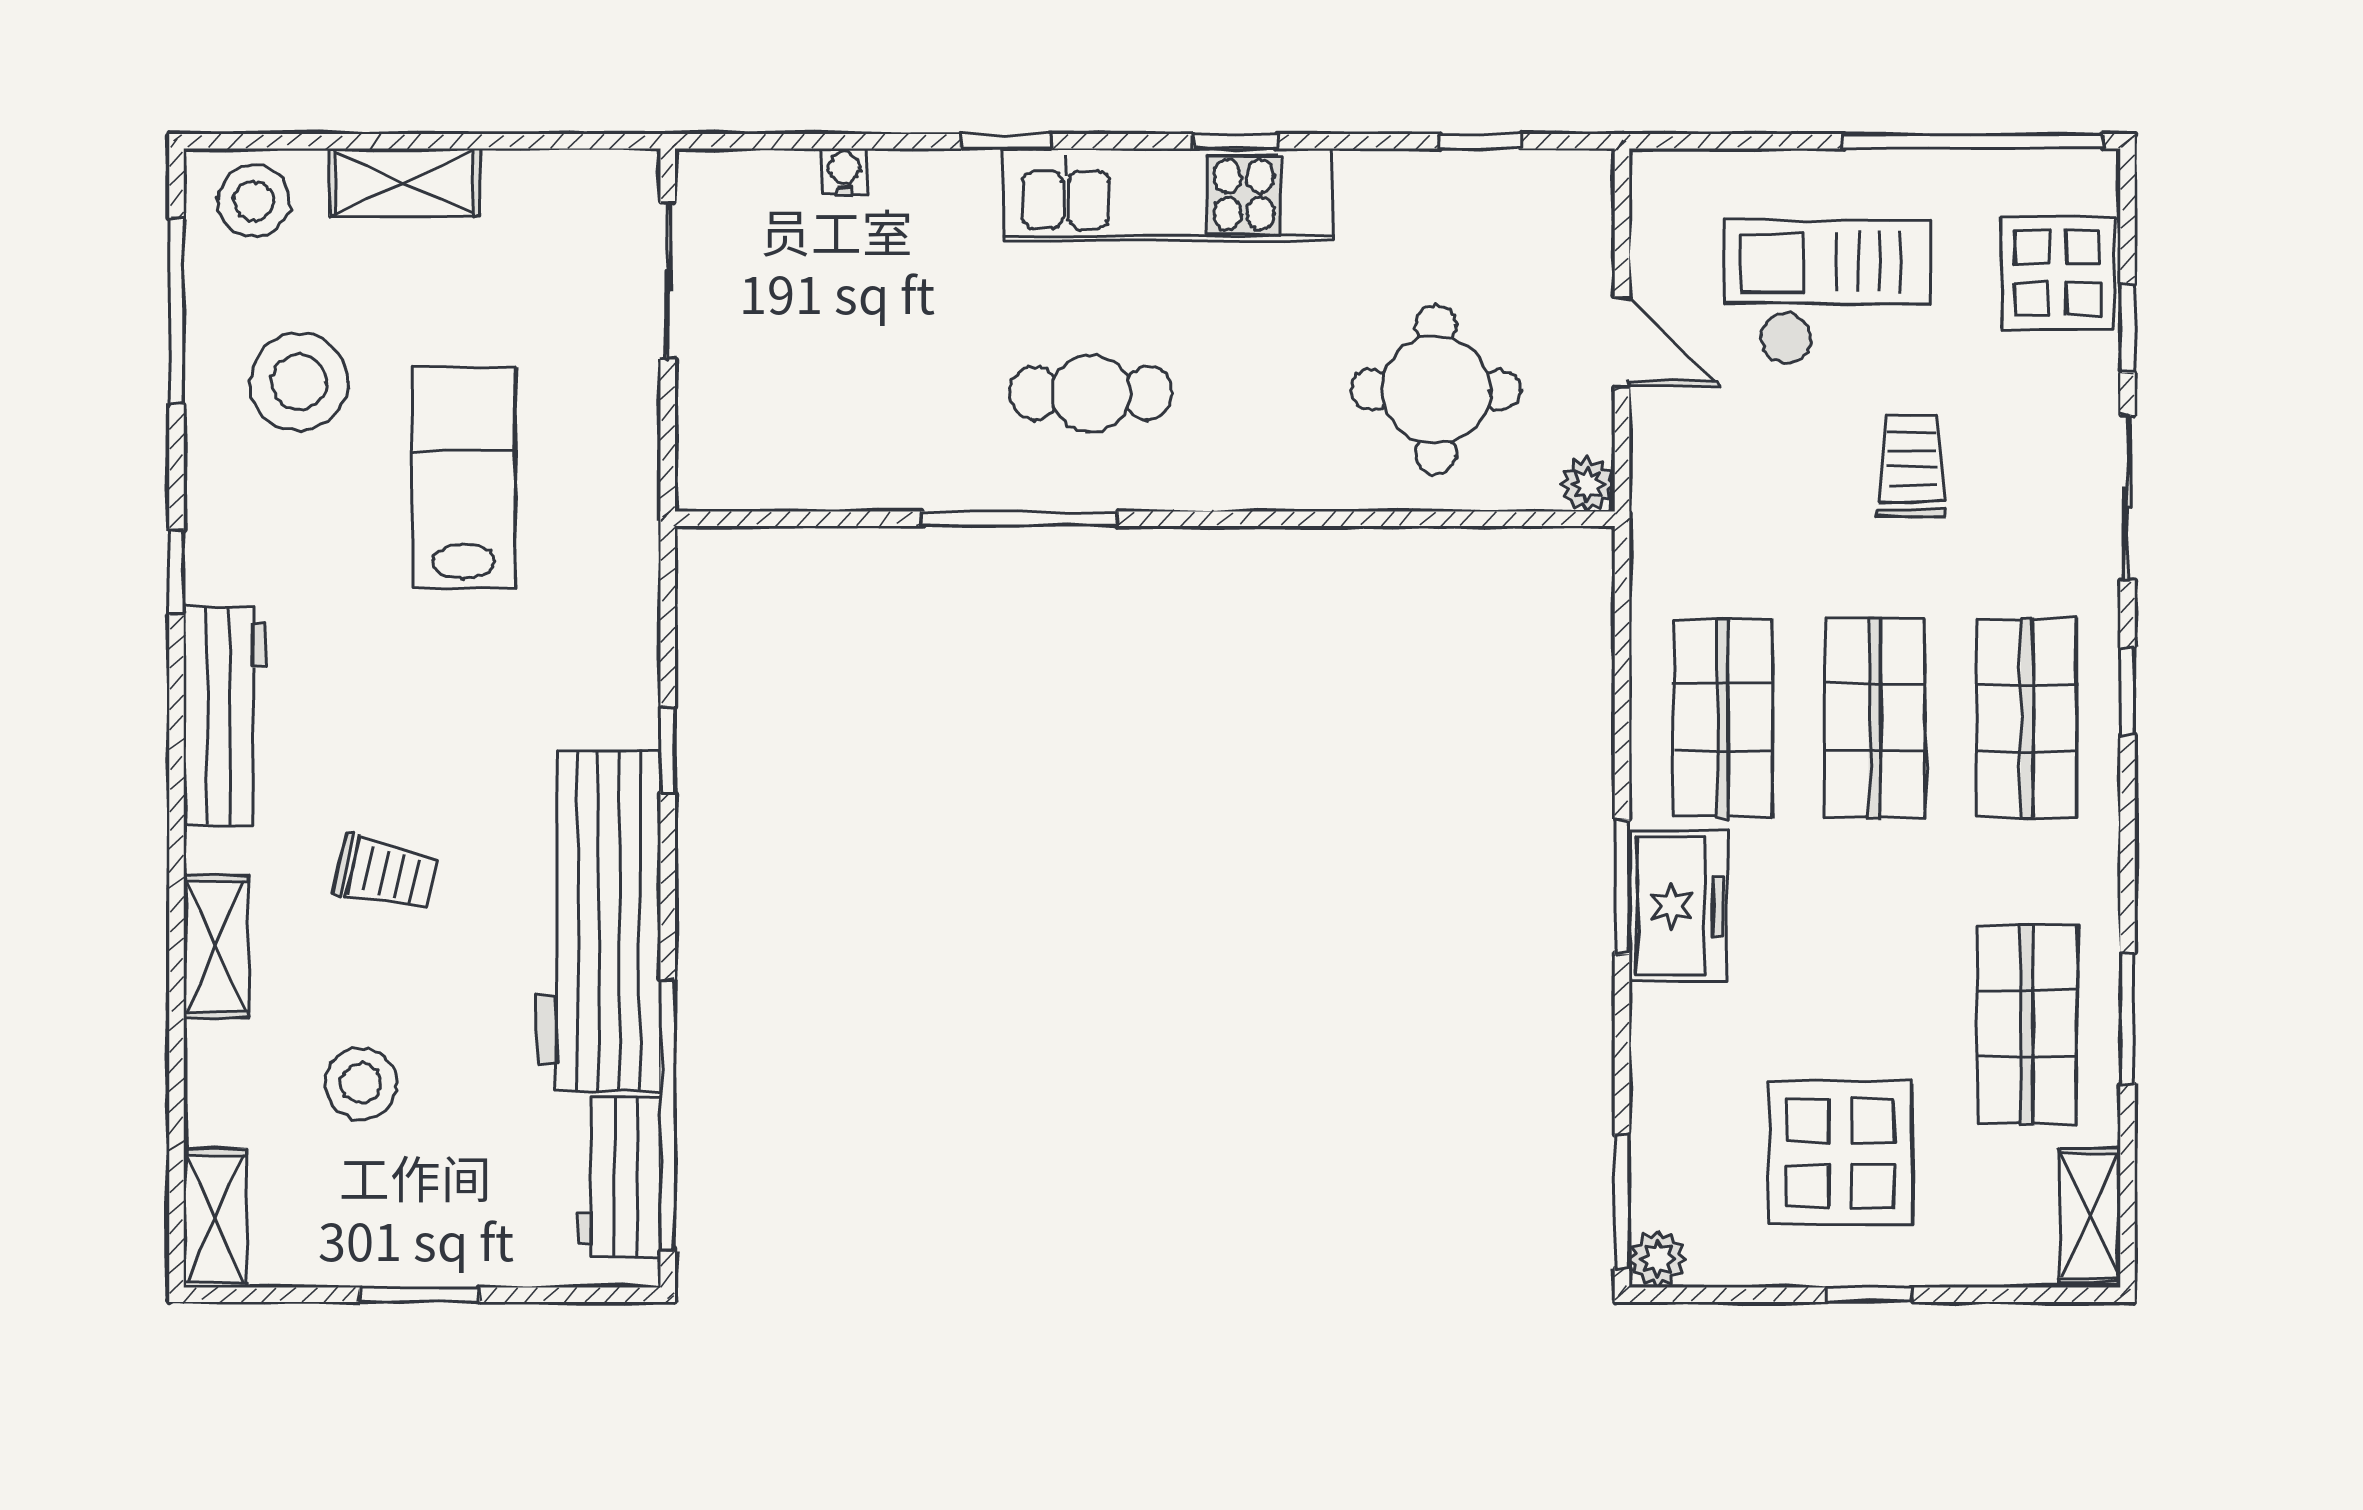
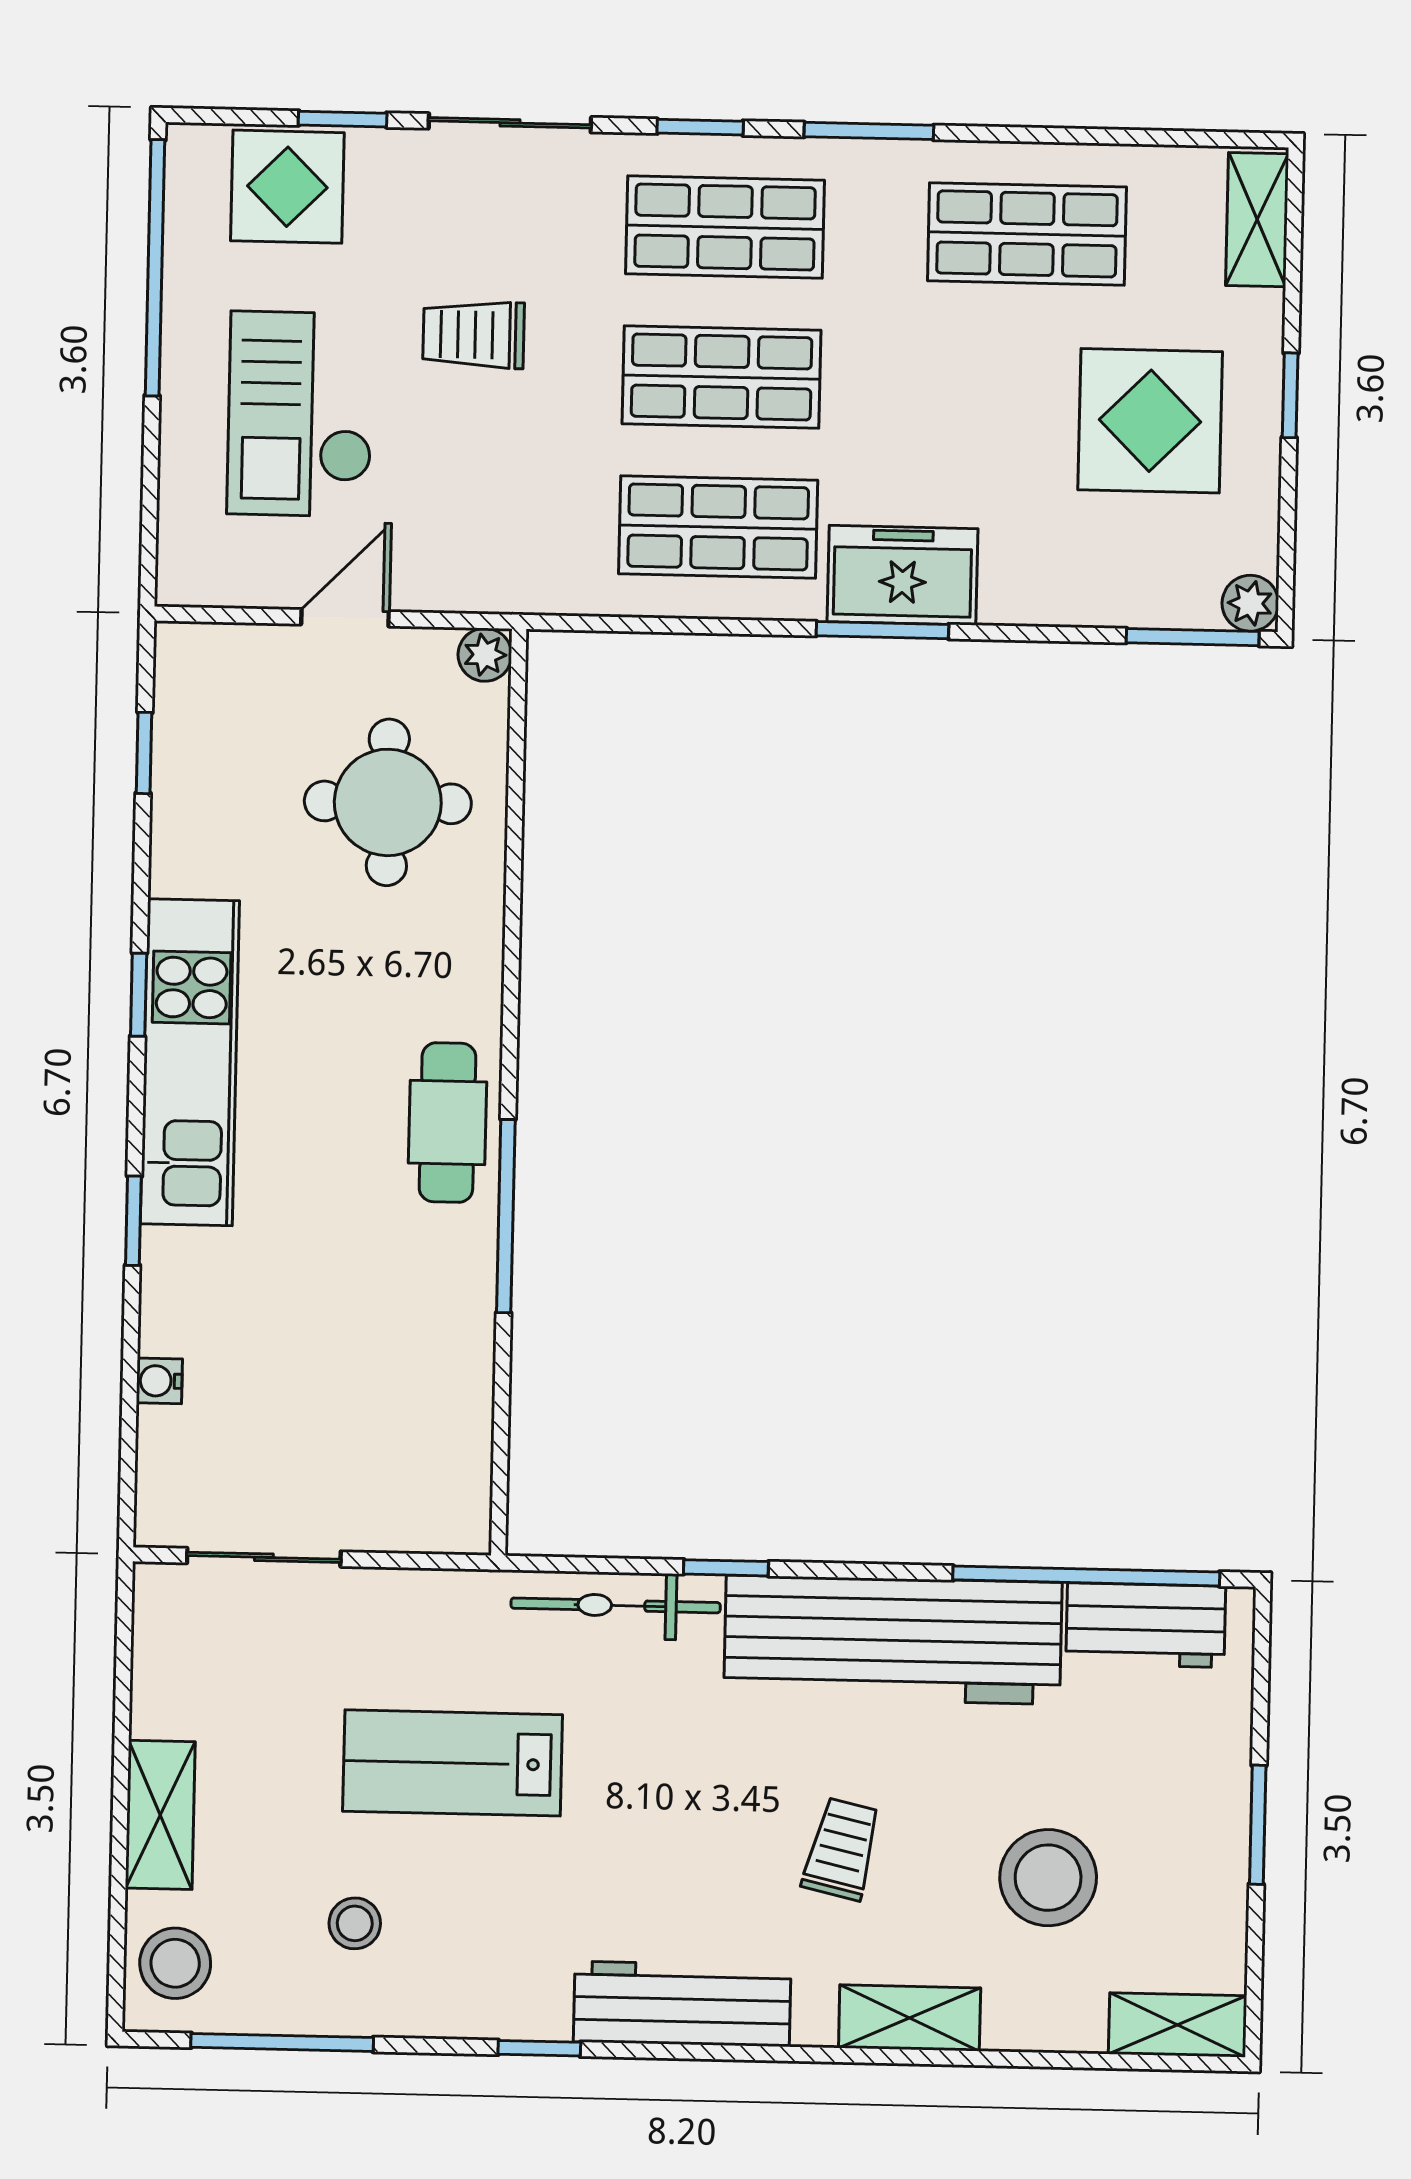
stool: (299, 382) -> (355, 1923), width x0.53, depth x0.53
cafe table: (1091, 393) -> (447, 1123), moved
bicycle: (627, 639) -> (616, 1605), added
window: (2127, 1018) -> (869, 131), moved
stool: (361, 1083) -> (1048, 1878), width x1.38, depth x1.38
shelving: (2090, 1215) -> (1257, 220), moved, turned 90

